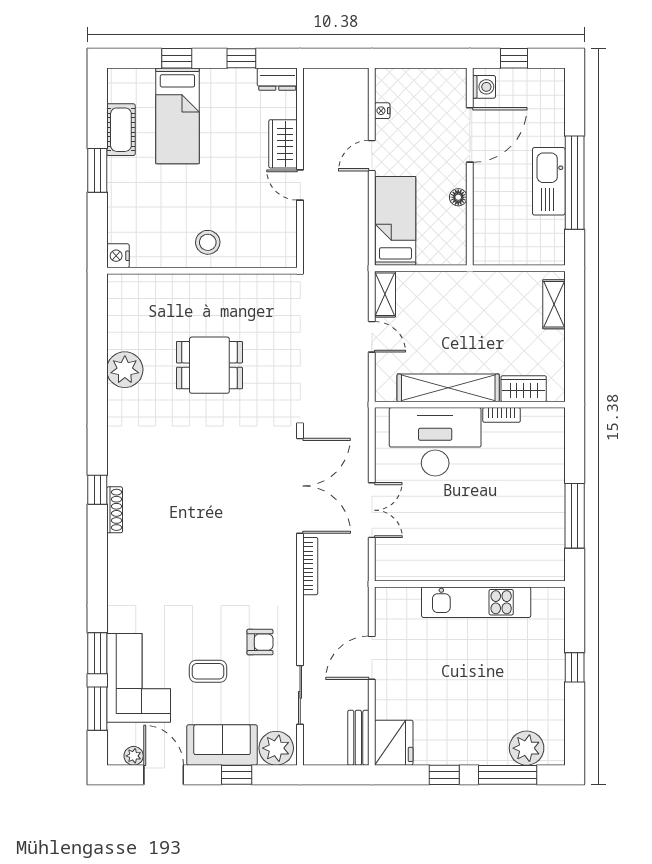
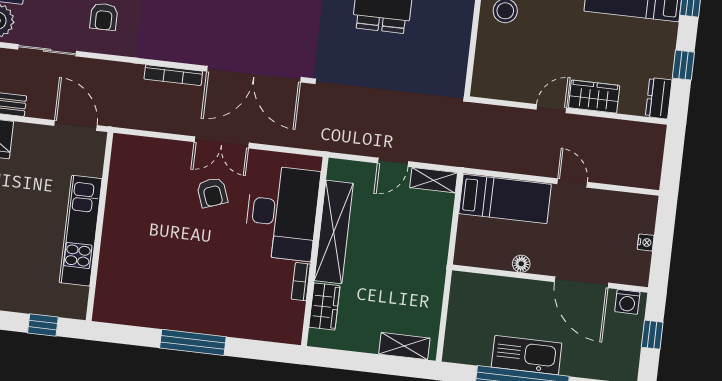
nightstand: (382, 111) -> (646, 242), moved, turned 90
armchair: (423, 514) -> (212, 192), added
wall: (470, 584) -> (99, 227), moved
kitchen unit: (476, 602) -> (81, 231), moved

